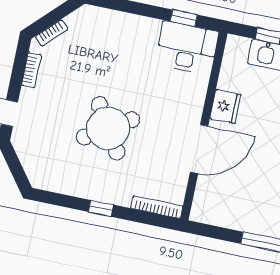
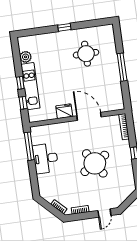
window: (184, 18) -> (29, 146), width x2.17
desk: (187, 48) -> (46, 158), moved

